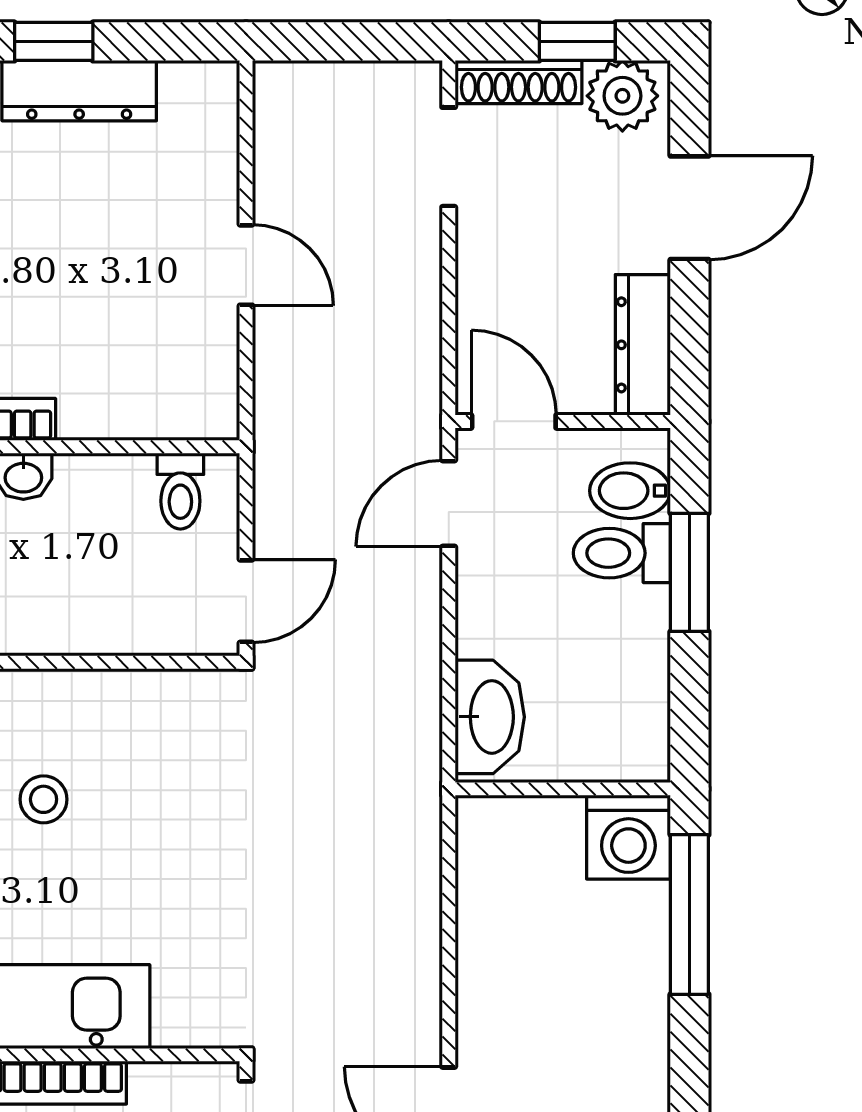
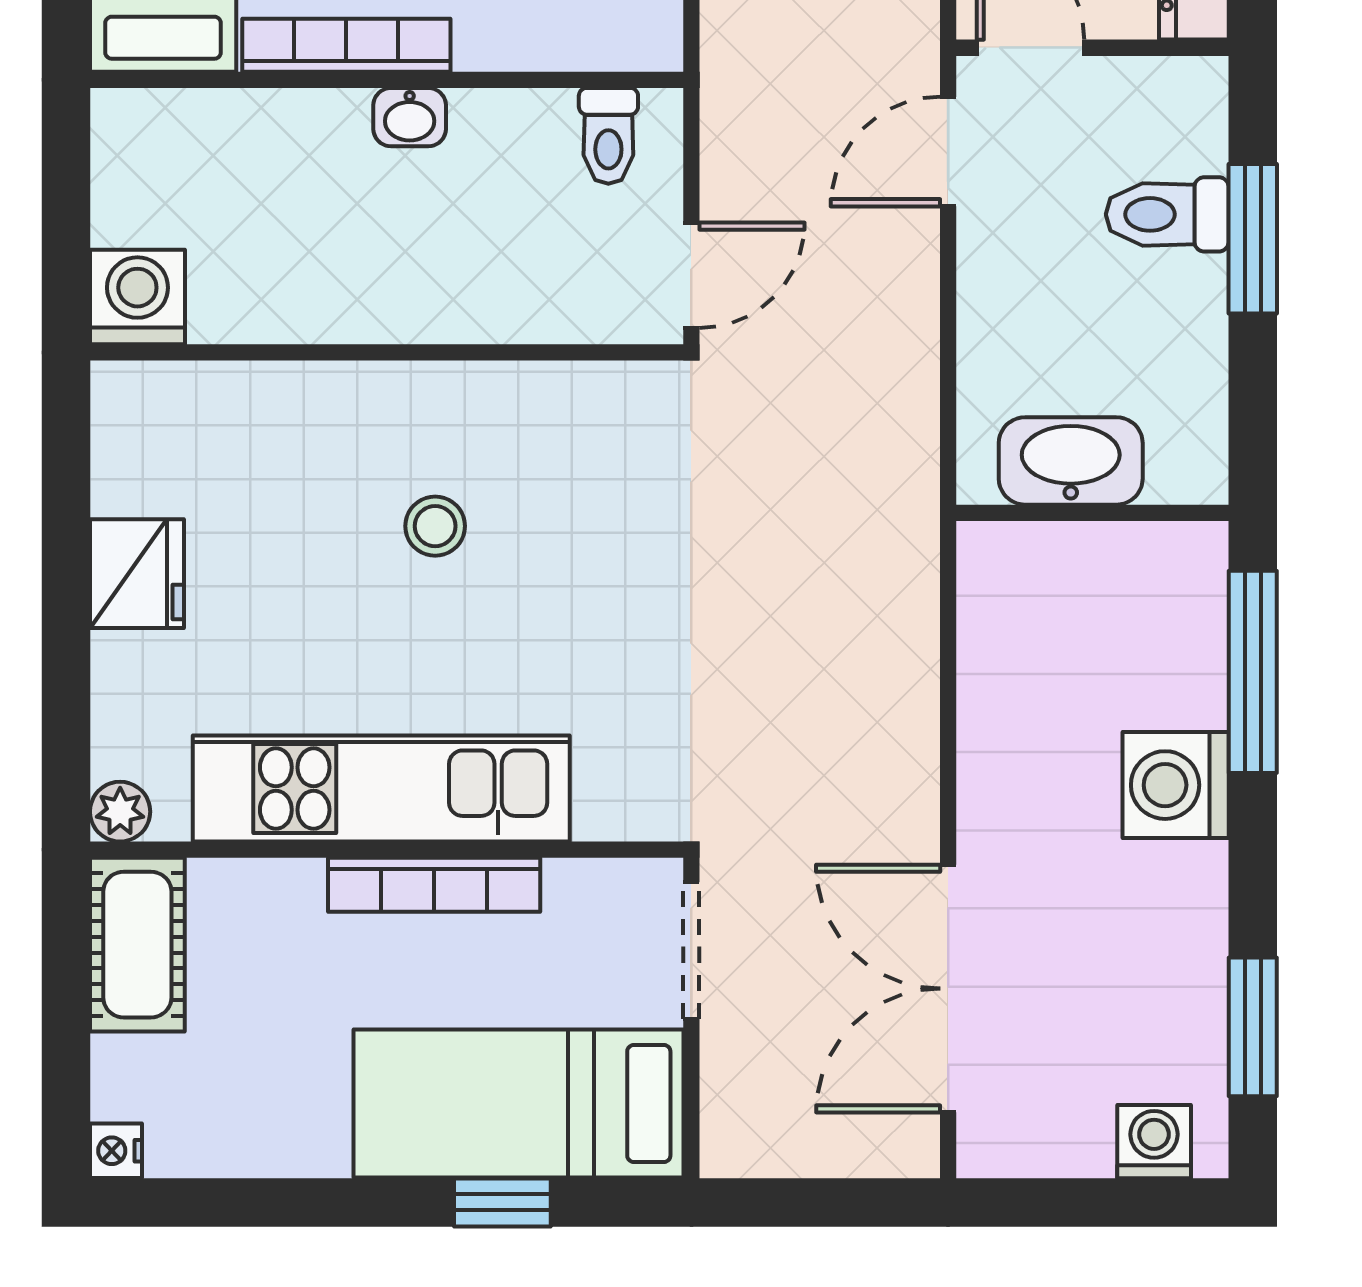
bidet: (630, 491) -> (1178, 135), removed
washbasin: (490, 717) -> (1071, 461), moved, turned -90
washing machine: (628, 837) -> (1176, 785), moved, turned 90

